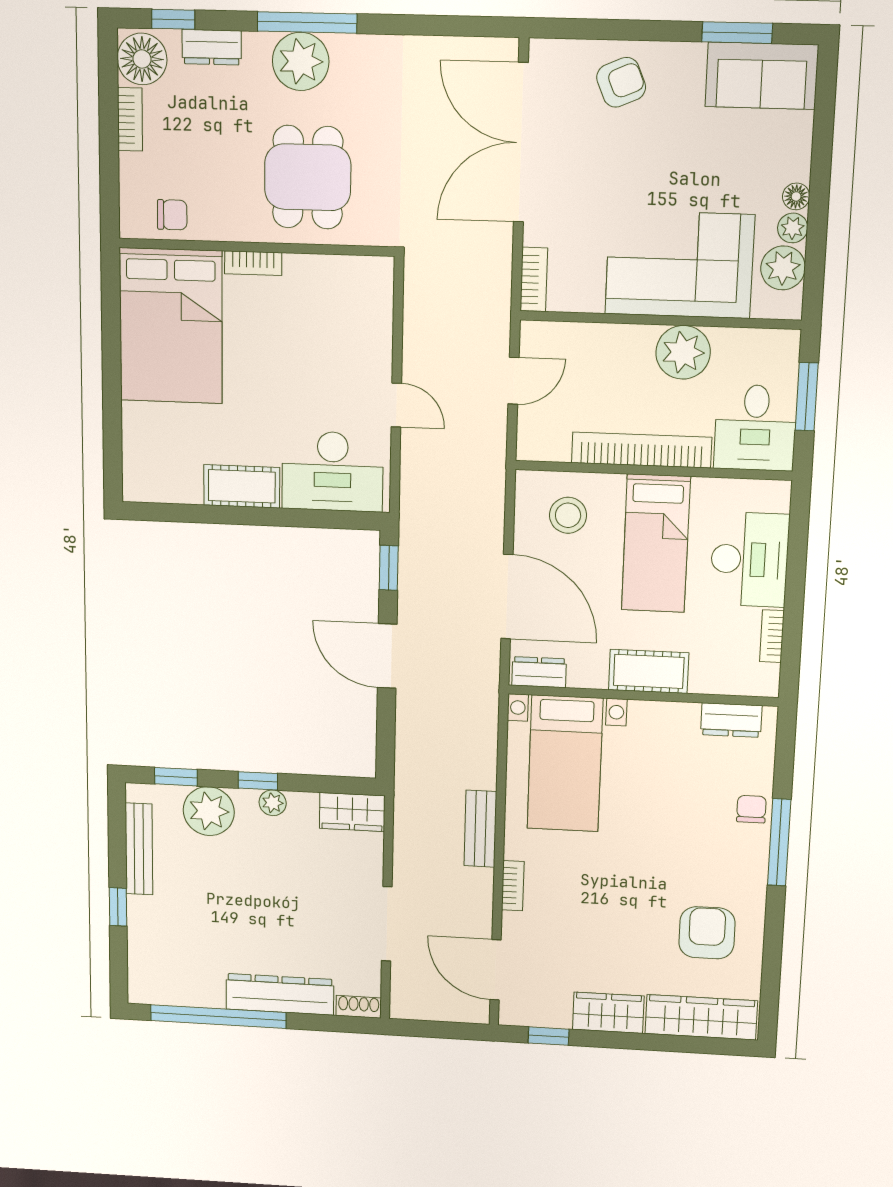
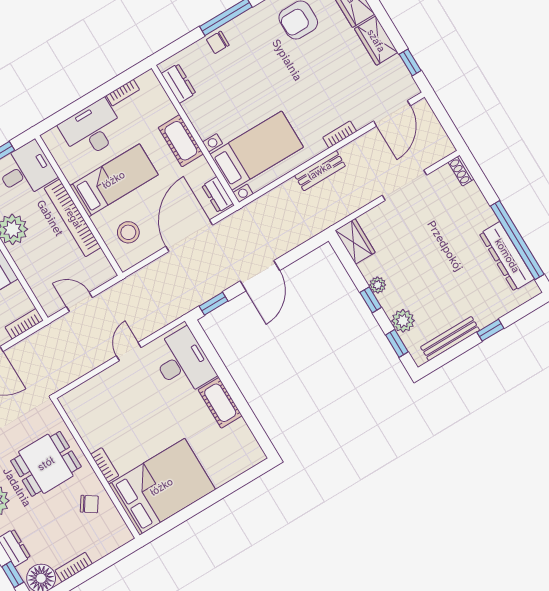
chair: (172, 215) -> (89, 504), moved, turned 124
plant: (209, 811) -> (403, 321), width x0.73, depth x0.73
dresser: (280, 994) -> (507, 256), moved

